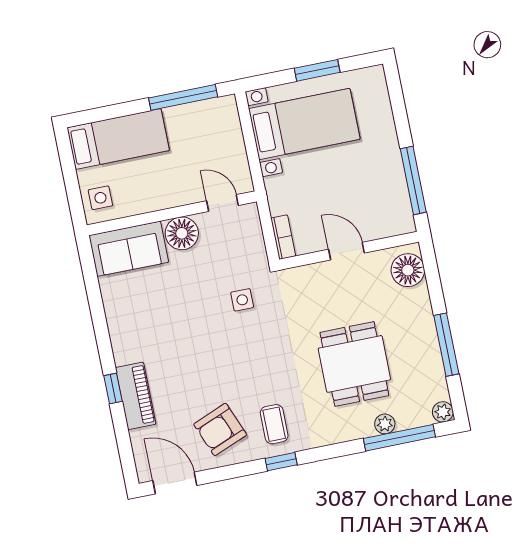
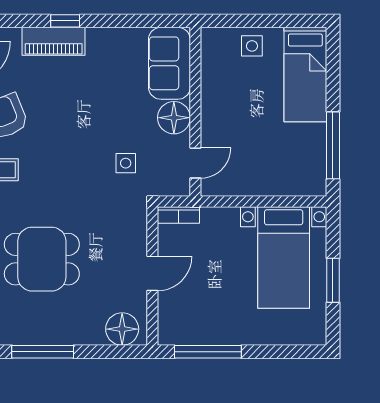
door: (223, 203) -> (195, 163), moved
wall: (172, 213) -> (195, 112), moved
floor lamp: (182, 233) -> (174, 118), moved
sofa: (129, 249) -> (169, 63), moved

